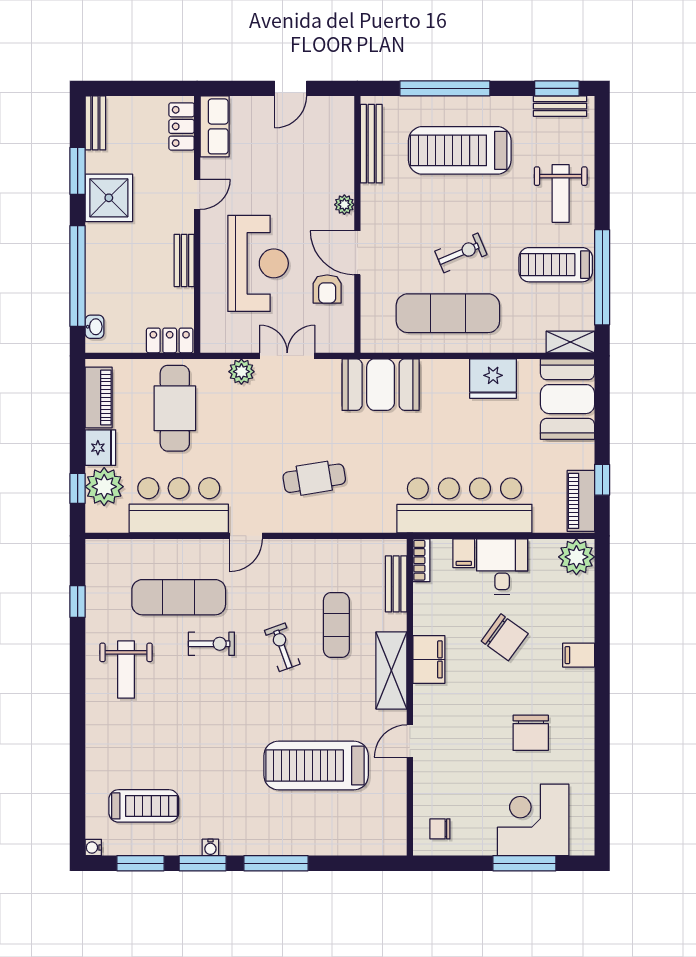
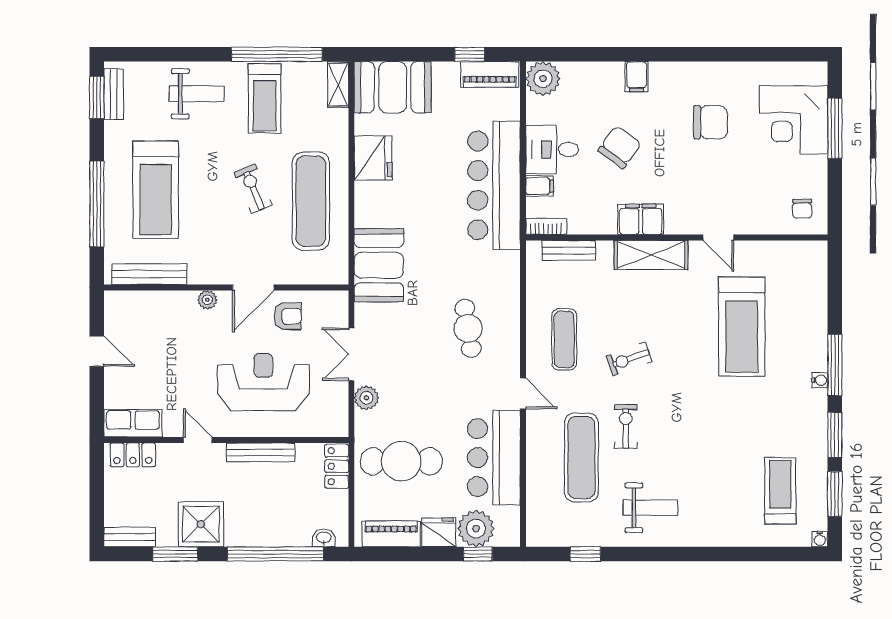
bench: (184, 260) -> (261, 452), width x1.36
exercise mat: (336, 625) -> (564, 339), moved, turned 90
water cooler: (210, 847) -> (820, 380), moved

